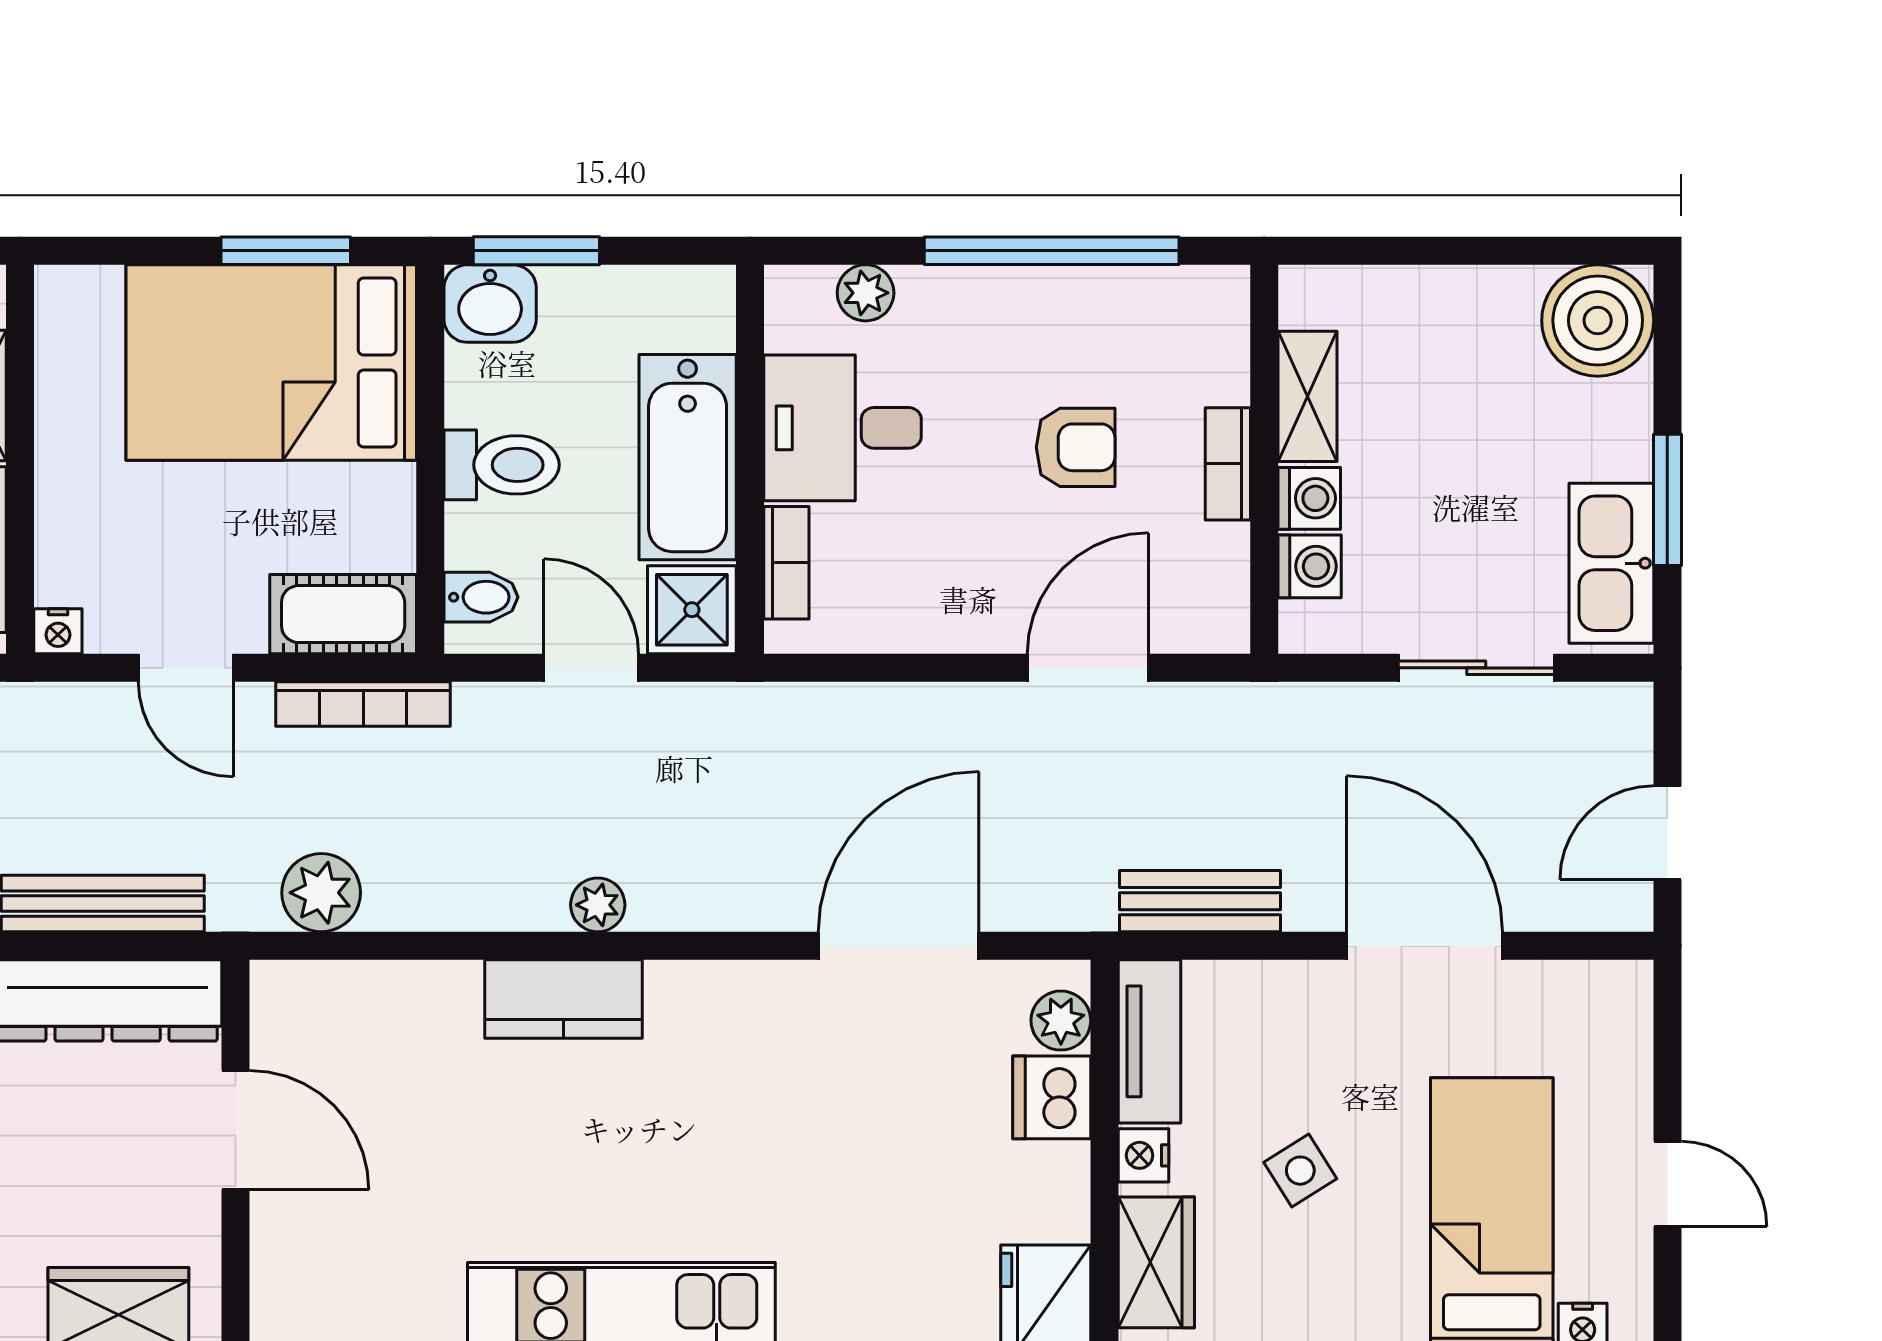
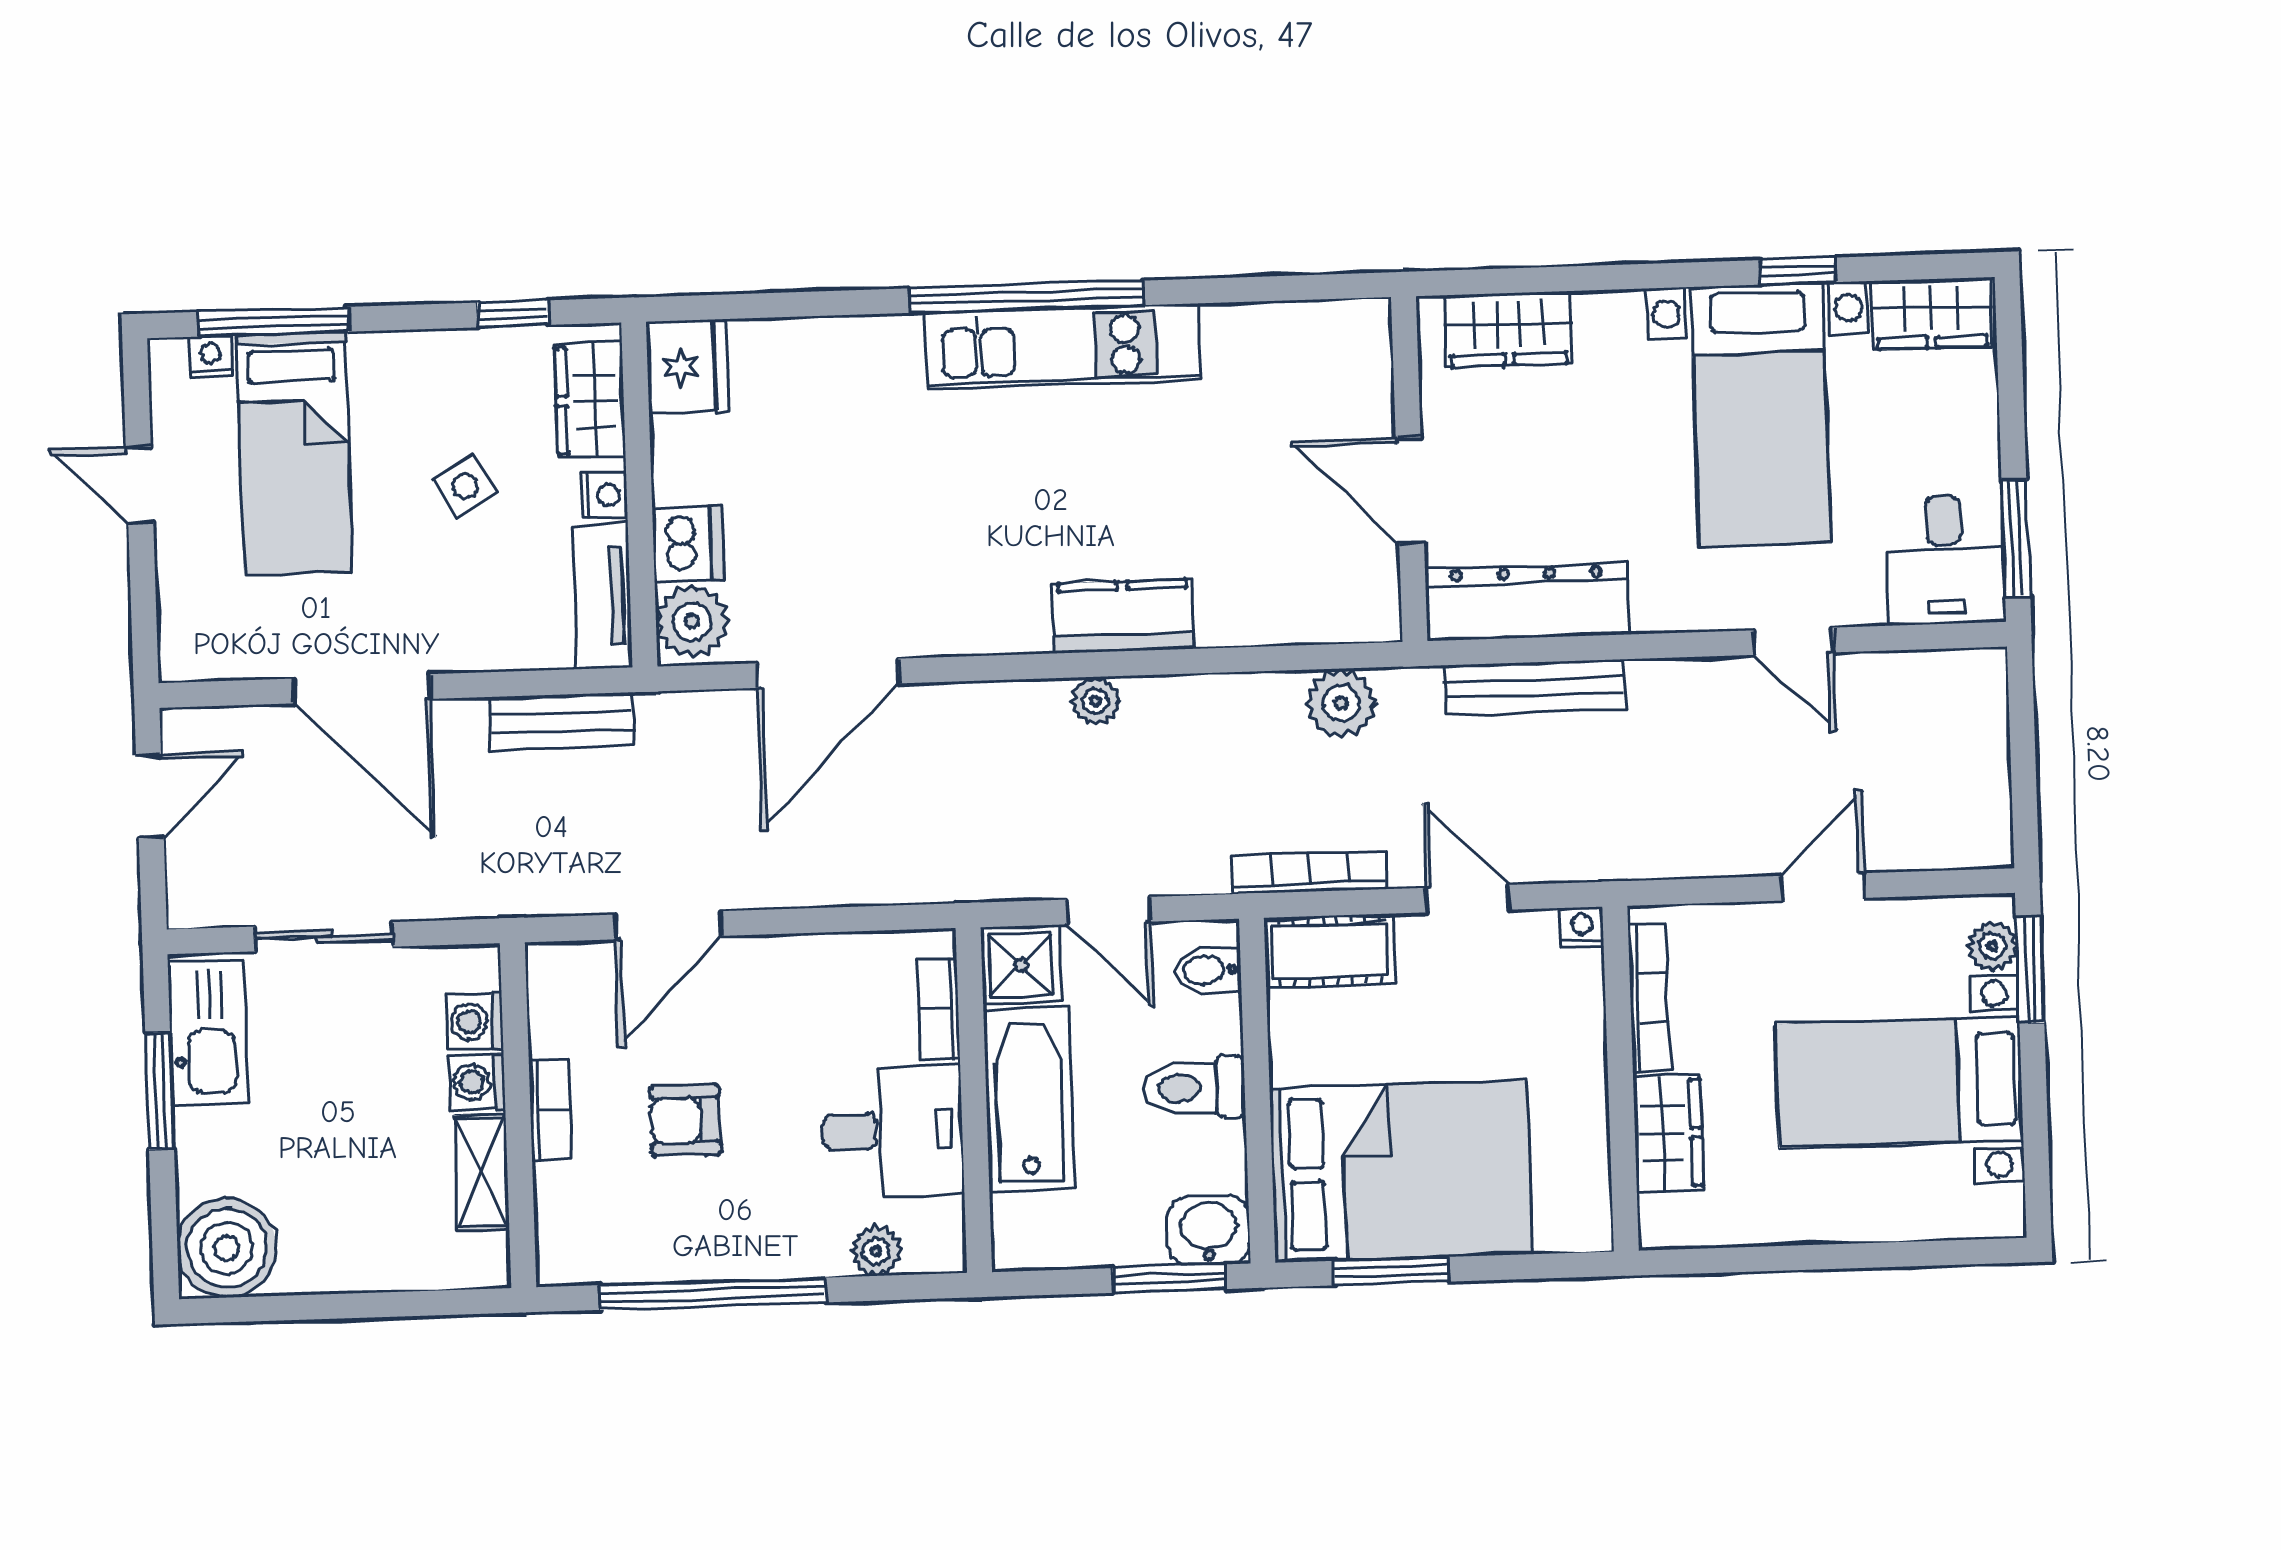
plant: (1061, 1021) -> (692, 621), width x1.38, depth x1.38

